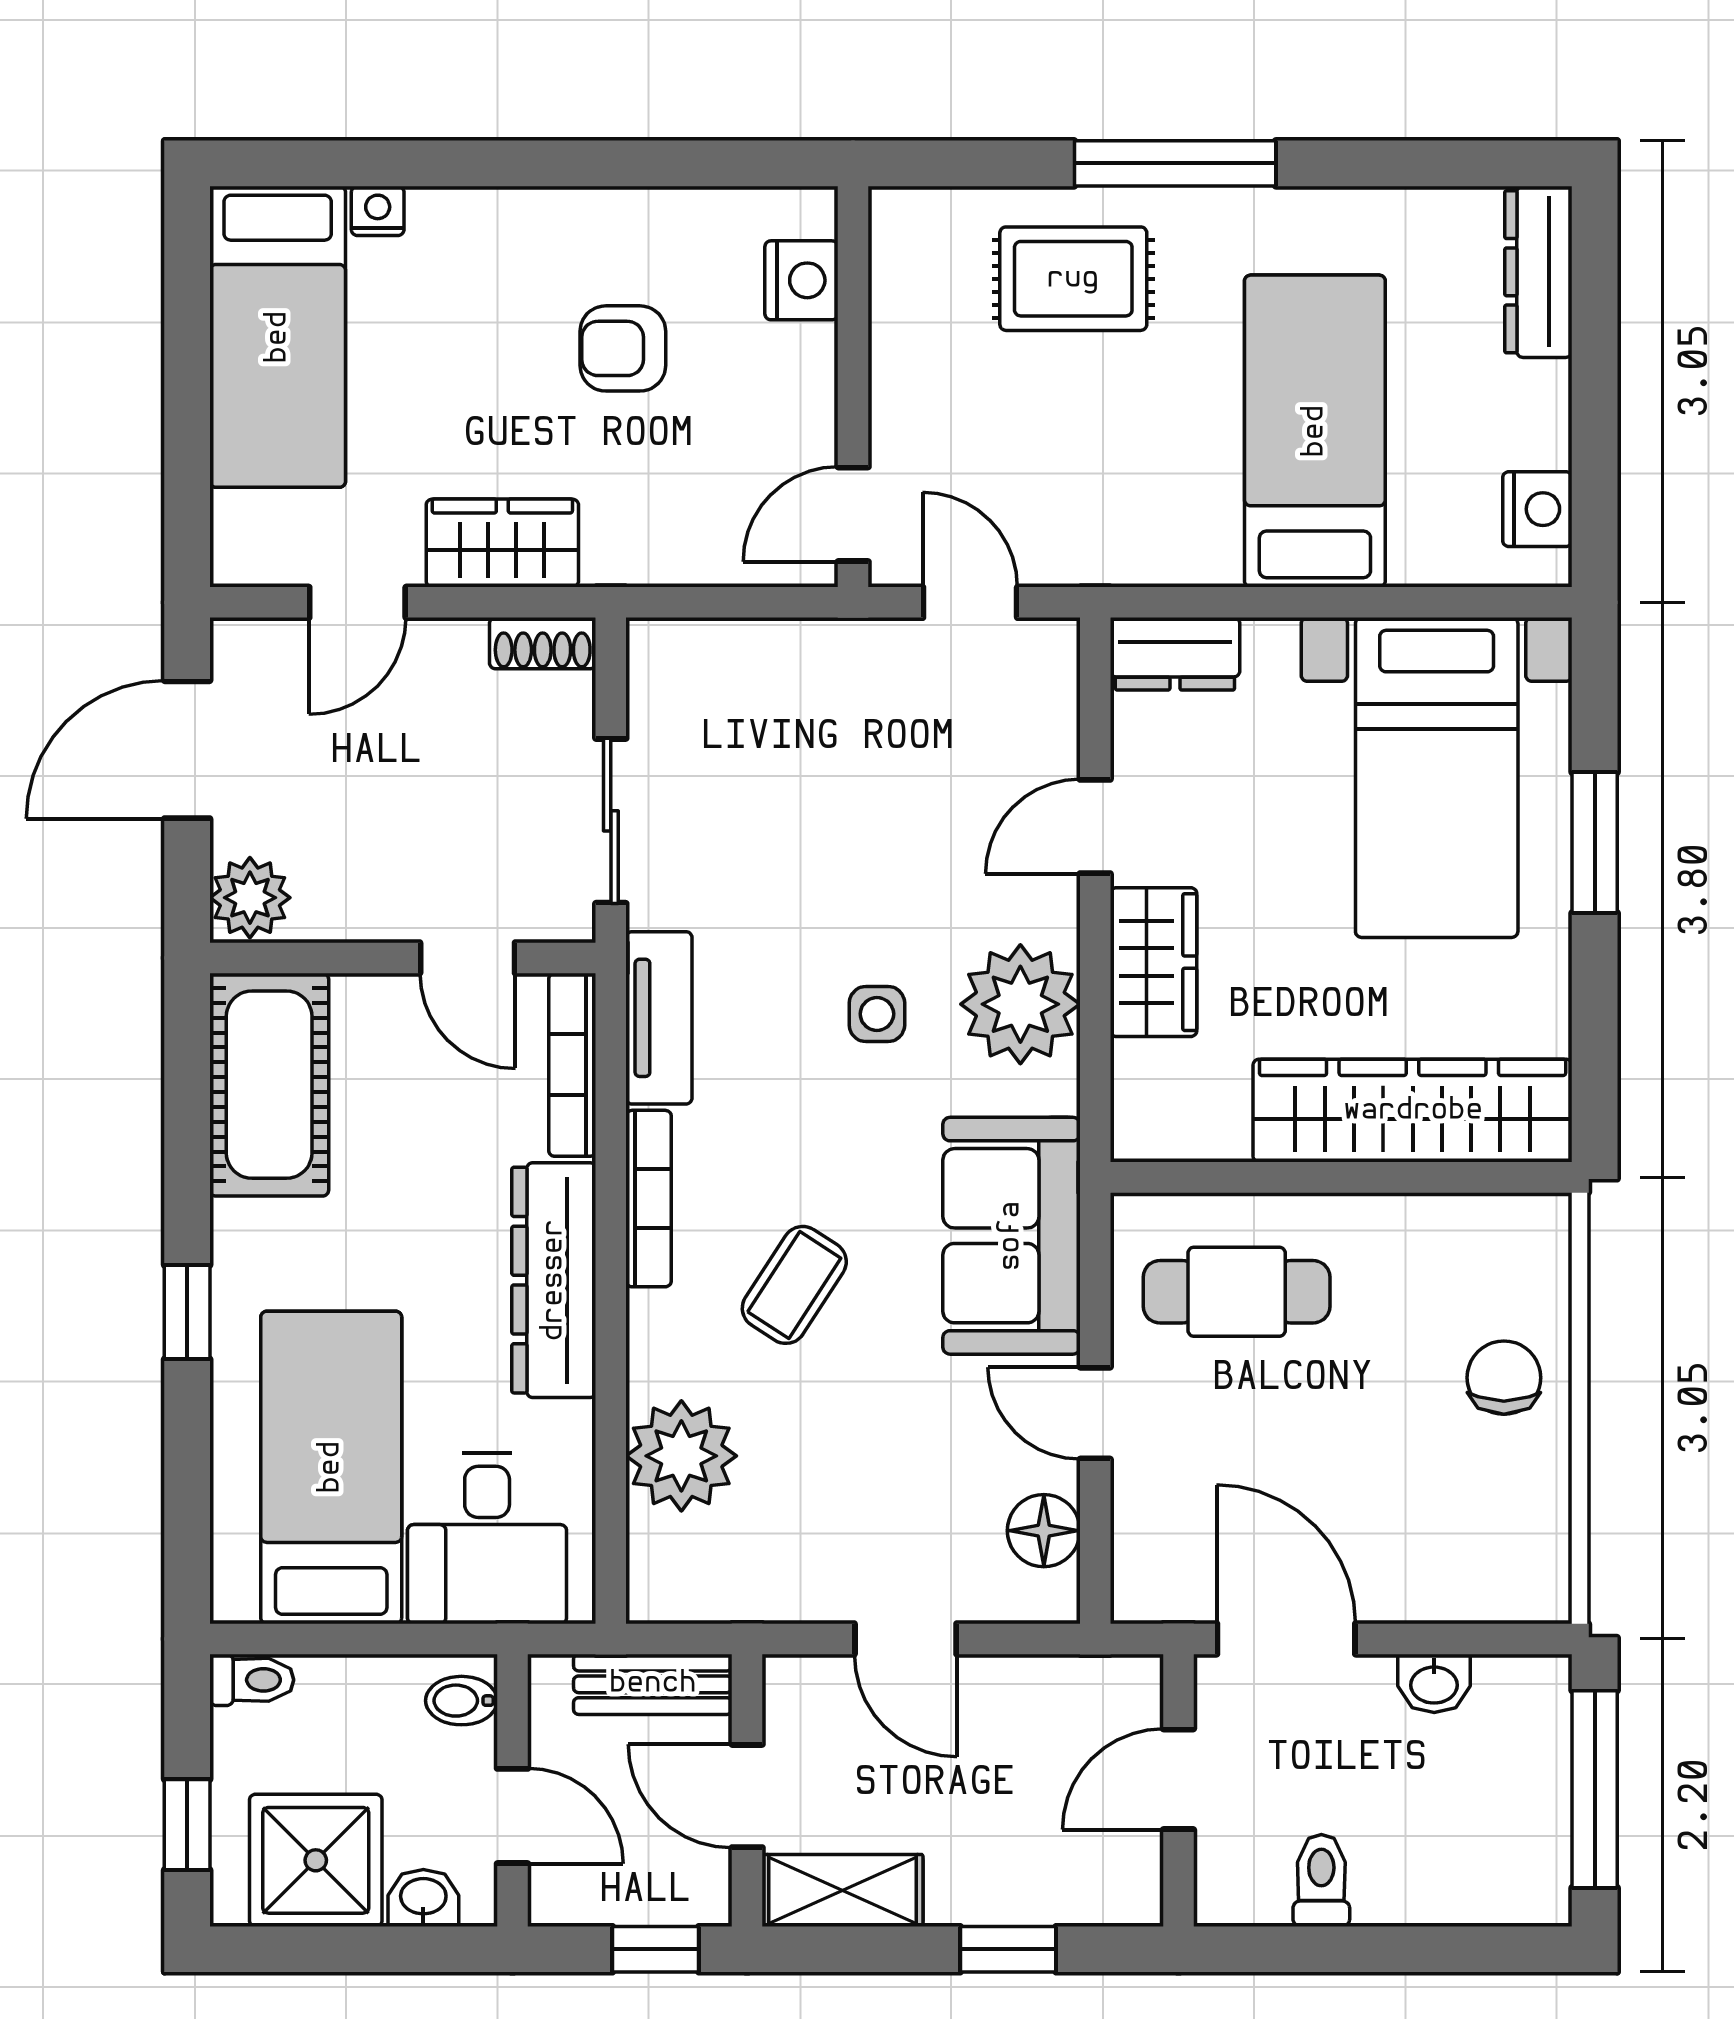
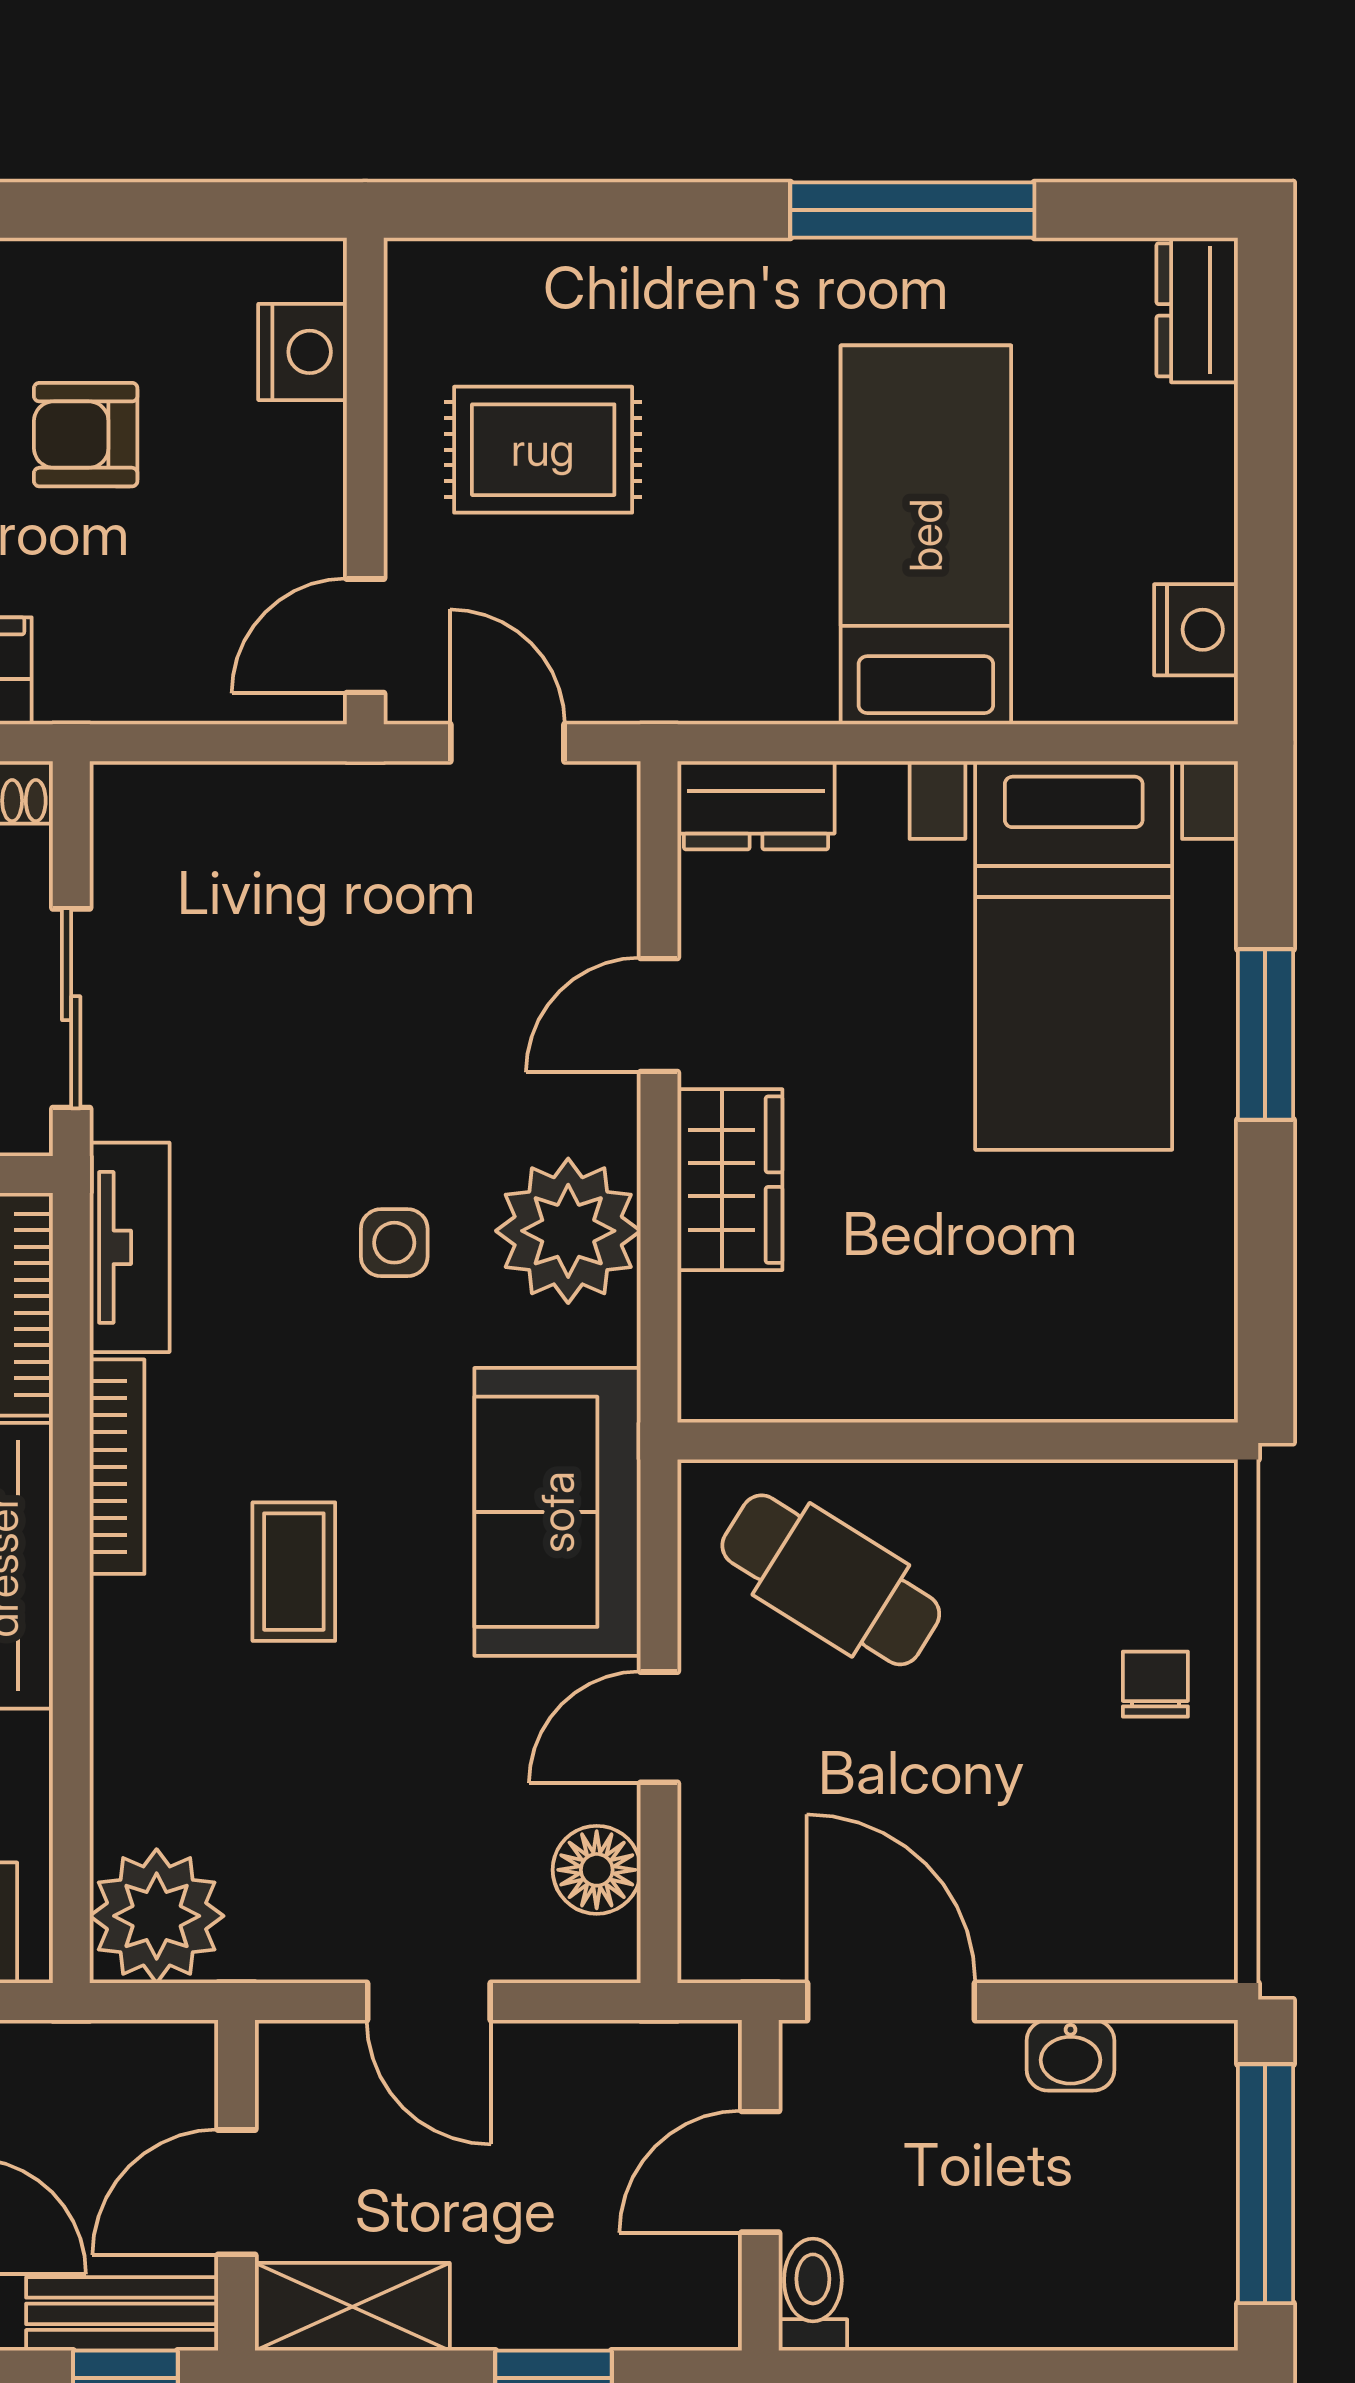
window: (1175, 163) -> (912, 210), moved
dresser: (1538, 272) -> (1197, 310), width x0.70
rug: (1073, 279) -> (543, 450), moved
wardrobe: (1413, 1111) -> (1044, 1360), removed
coffee table: (794, 1285) -> (294, 1572), turned -33
cafe table: (1237, 1292) -> (831, 1580), turned 32
chair: (1504, 1378) -> (1155, 1684), width x0.73, depth x0.73
door: (1095, 1413) -> (659, 1727), hinge flipped
plant: (681, 1456) -> (157, 1916), moved
bench: (653, 1684) -> (122, 2314), moved
door: (747, 1796) -> (237, 2192), hinge flipped
toilet: (1321, 1880) -> (813, 2295), moved

